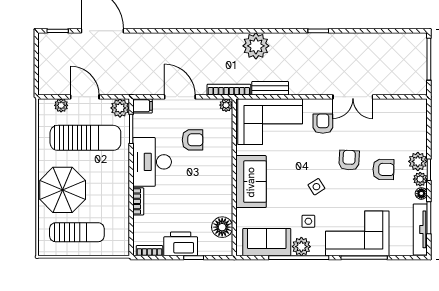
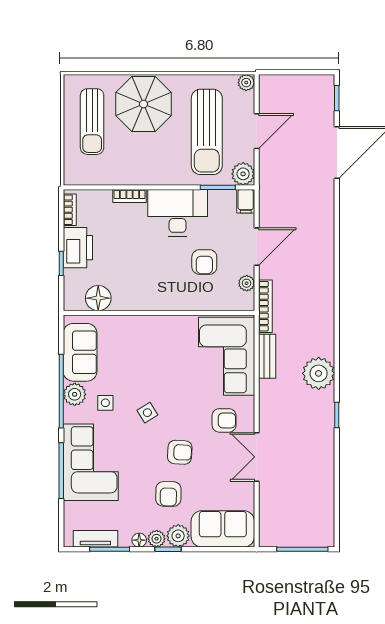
plant: (256, 46) -> (319, 373), moved
plant: (61, 105) -> (246, 83), moved
plant: (226, 105) -> (247, 283), moved
sofa: (251, 182) -> (223, 529), moved, turned 180
tv unit: (420, 229) -> (95, 539), width x0.71

